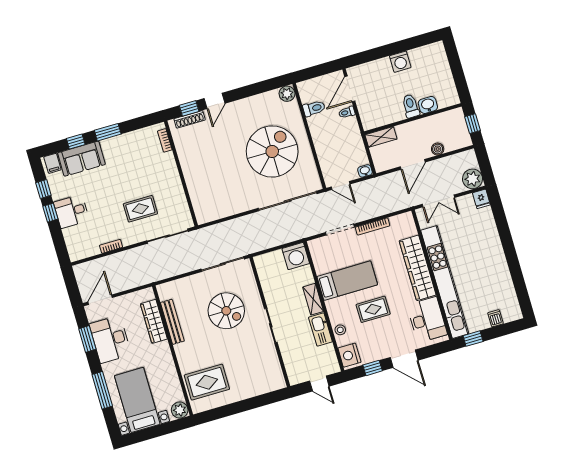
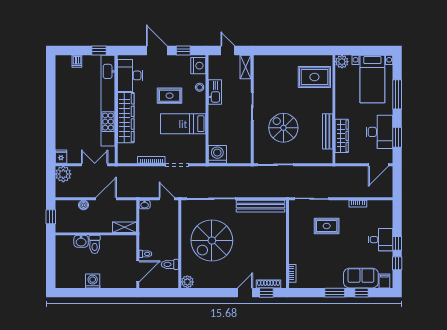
bench: (226, 209) -> (261, 206), added
shelving: (313, 299) -> (246, 67), moved

